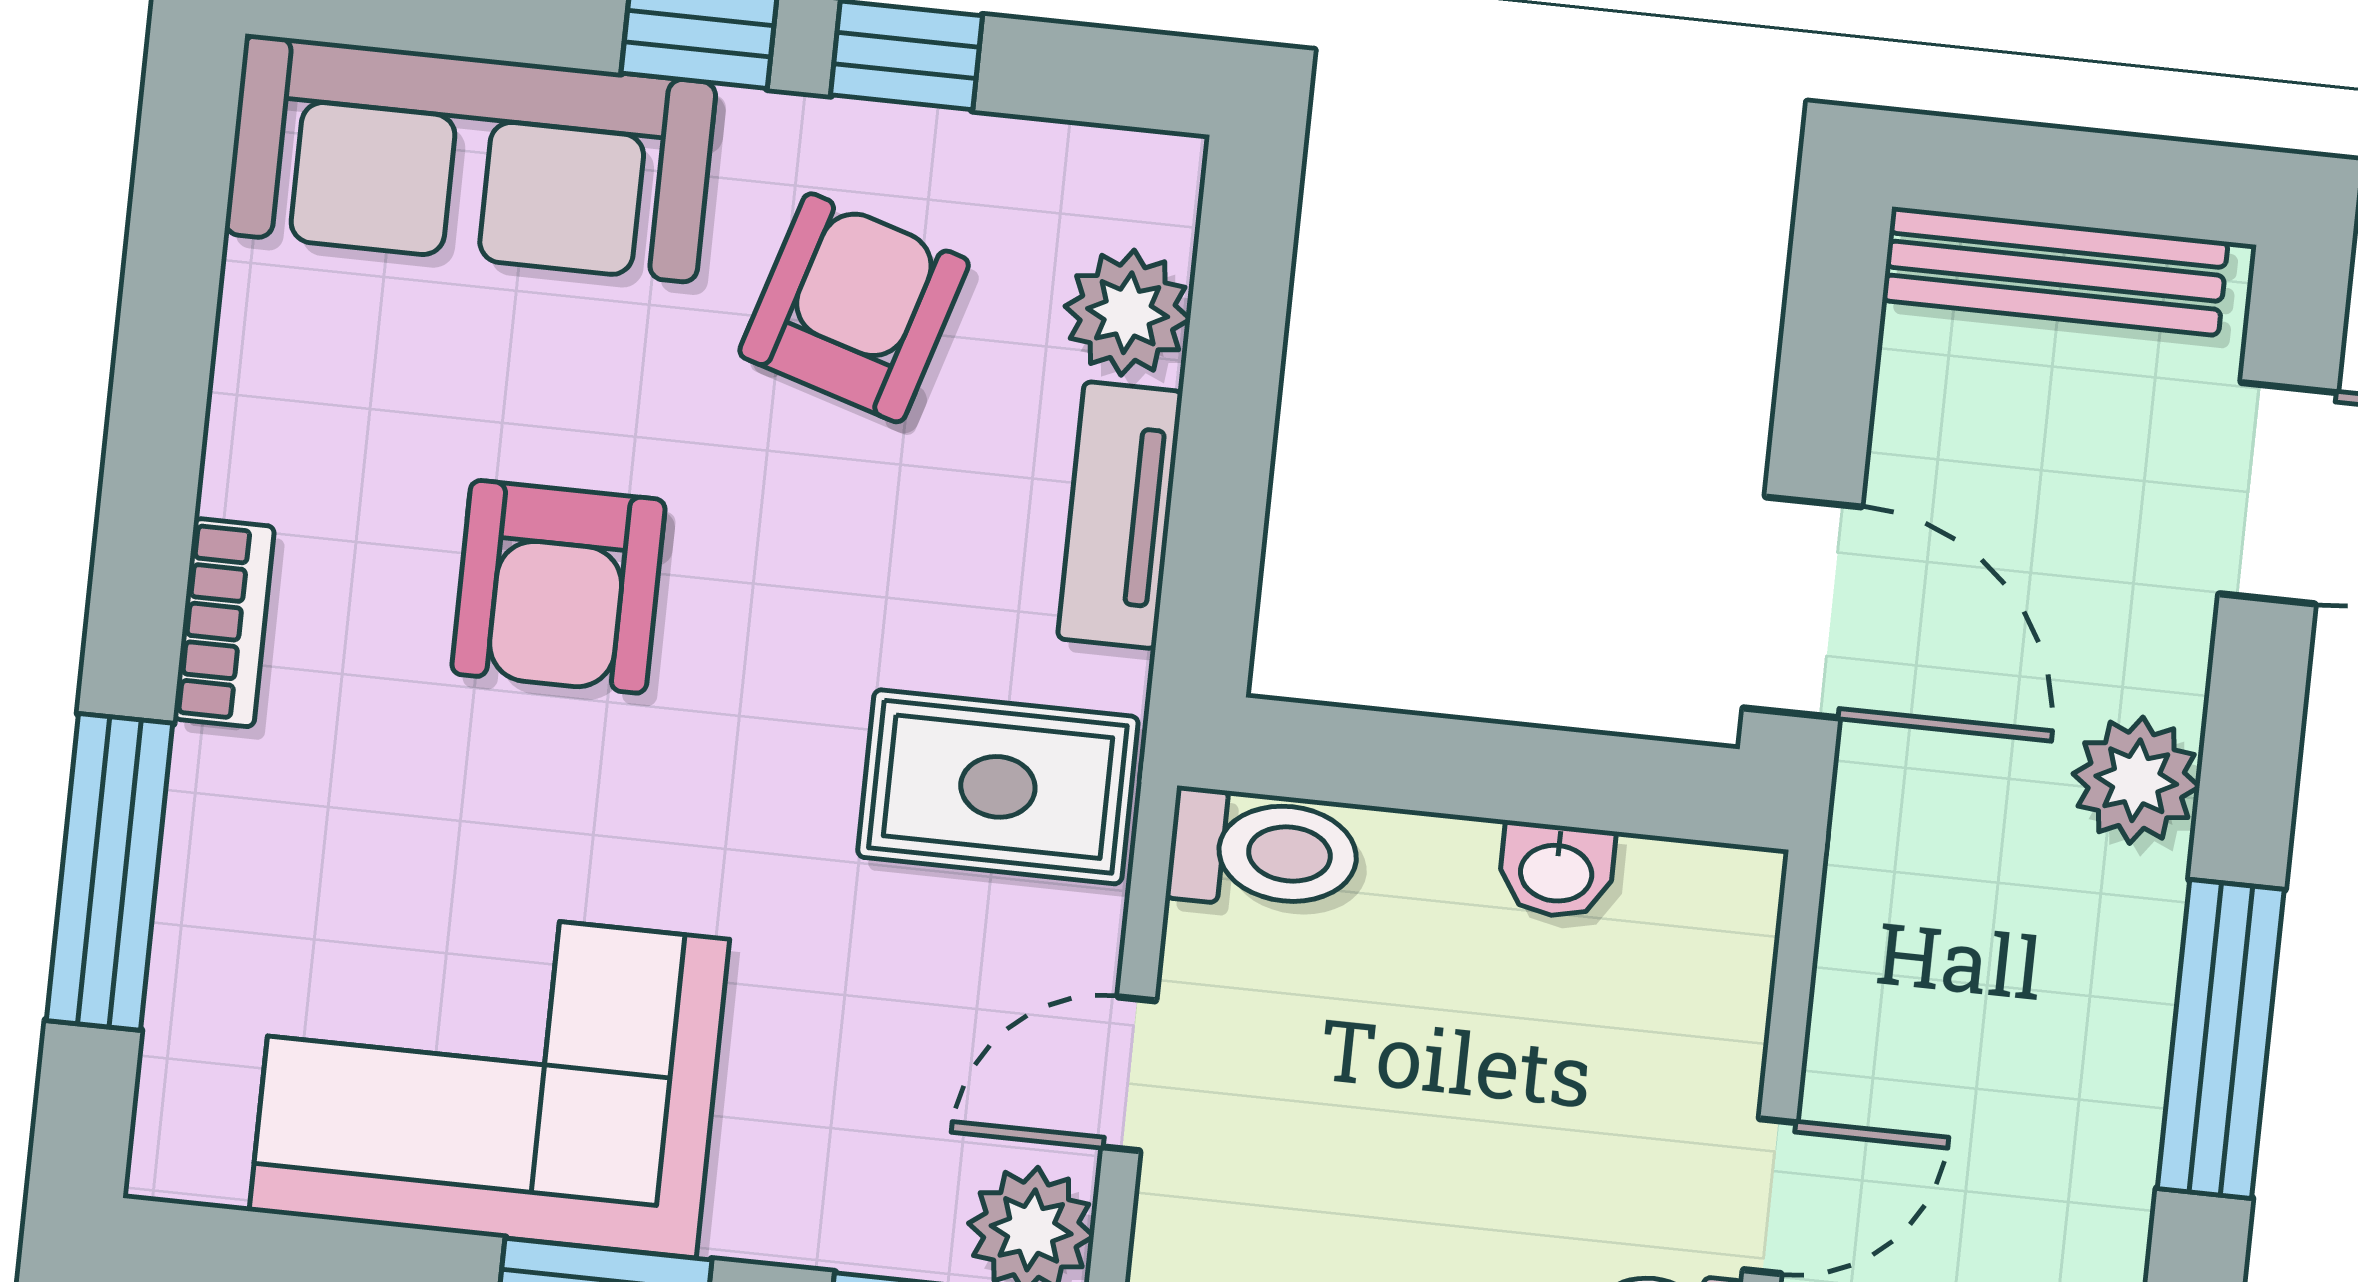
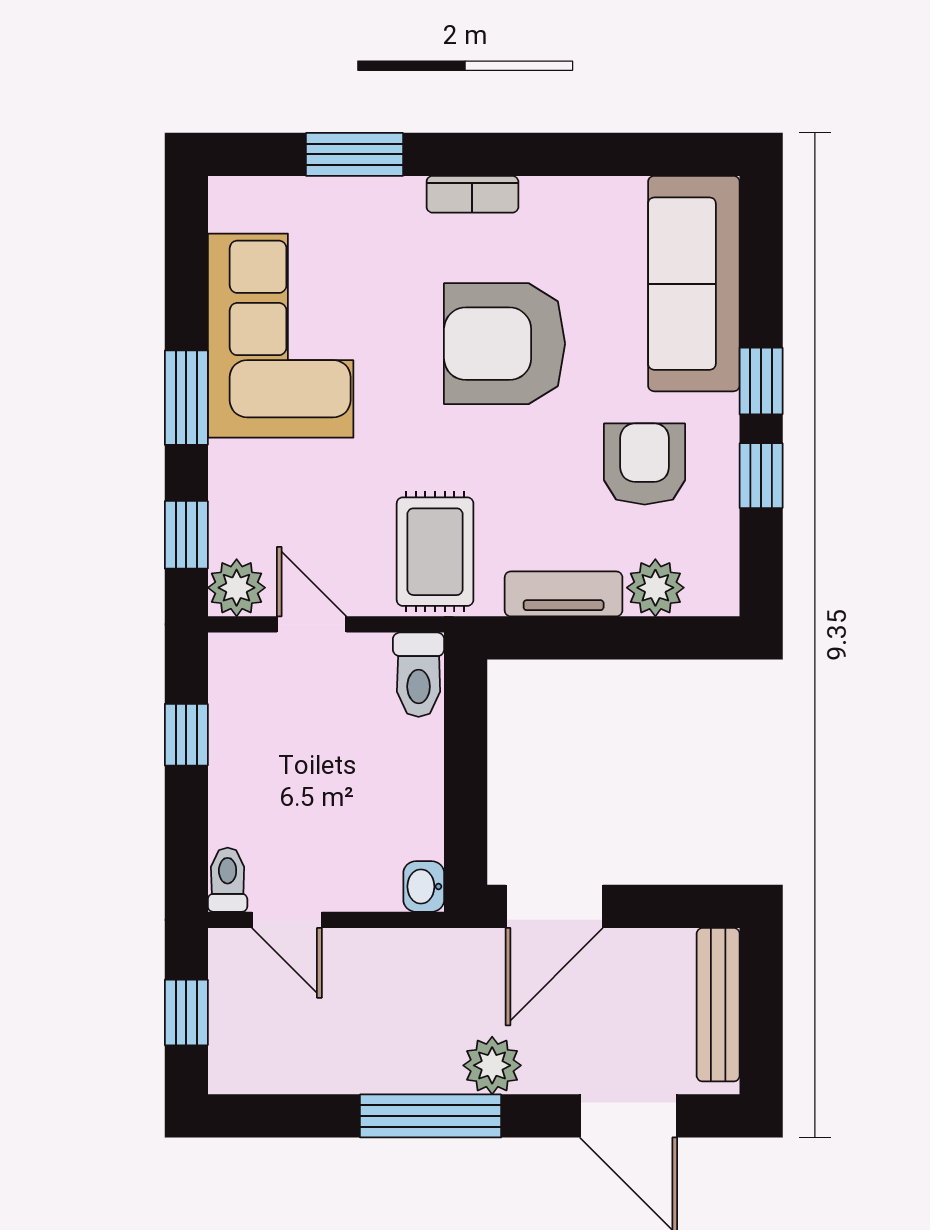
armchair: (854, 308) -> (645, 464), turned -107
armchair: (558, 587) -> (505, 344), width x1.36, depth x1.36
washbasin: (1556, 871) -> (424, 887), moved
window: (110, 872) -> (354, 154), width x0.69
window: (2221, 1039) -> (431, 1116), moved

